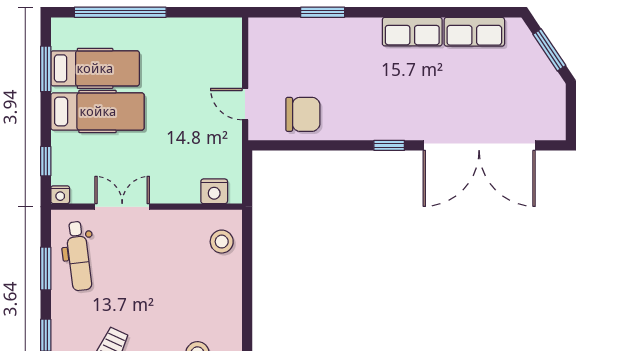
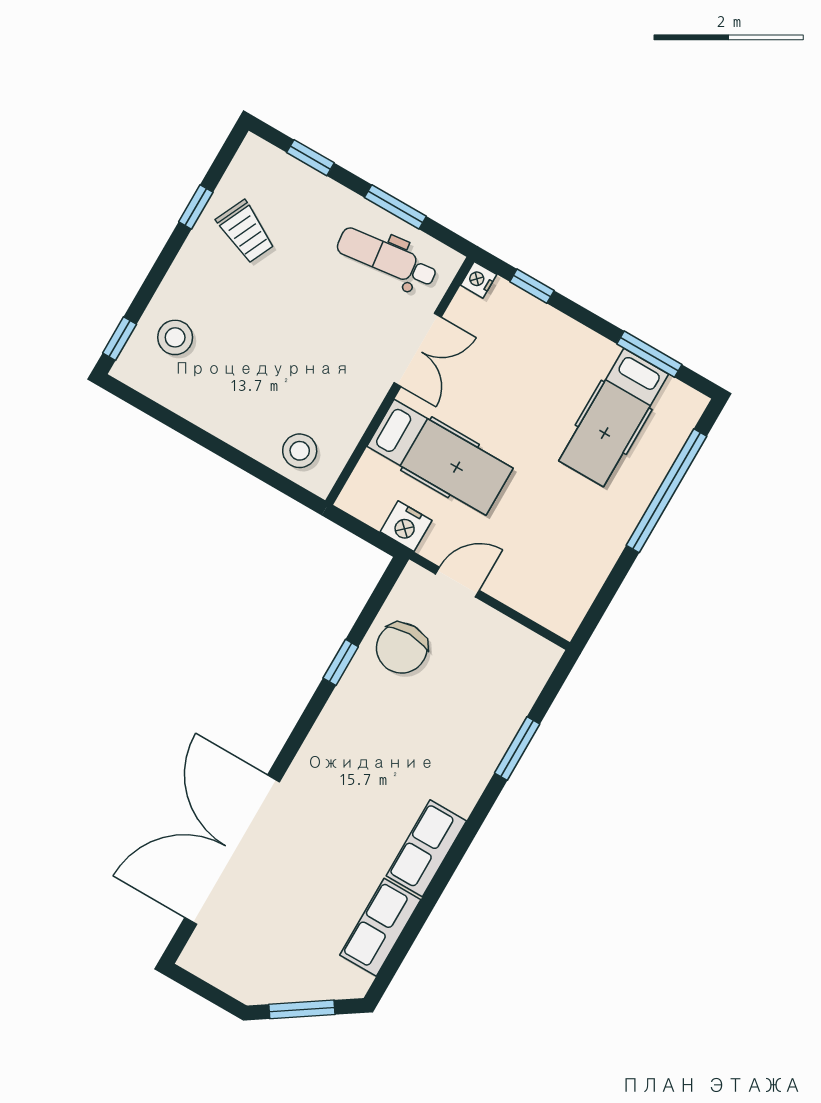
hospital bed: (98, 111) -> (440, 457), moved, turned -90
window: (389, 145) -> (341, 662), moved
nightstand: (214, 191) -> (406, 526), moved, turned -90

